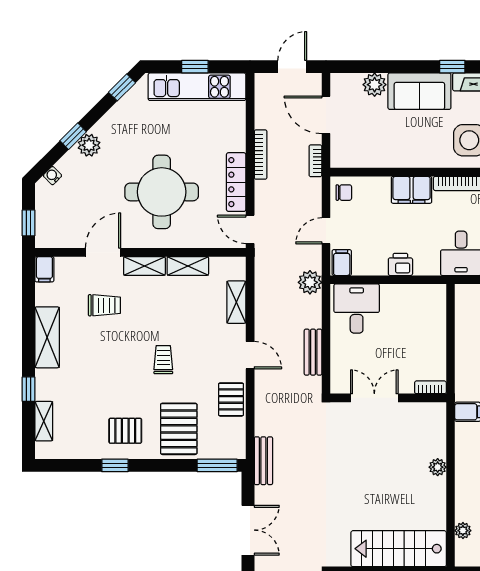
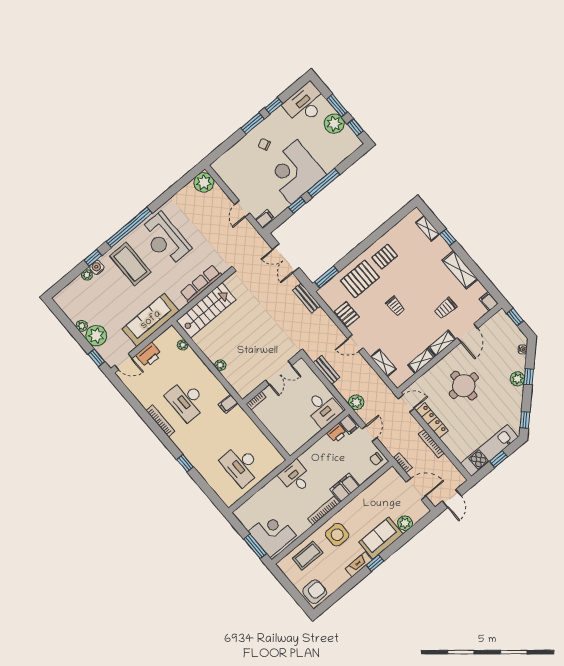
round table: (162, 192) -> (464, 386), width x0.73, depth x0.73
printer: (400, 264) -> (337, 433), moved
pallet: (179, 429) -> (360, 279), turned 90
window: (115, 465) -> (376, 236), removed

